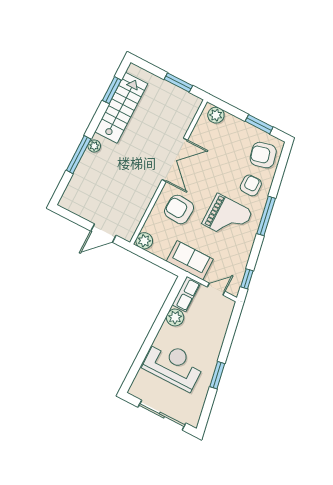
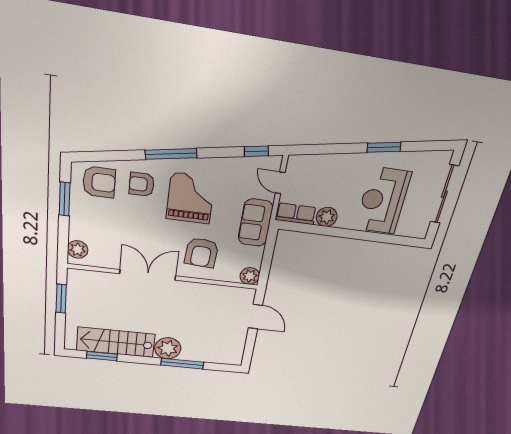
plant: (94, 146) -> (168, 348), width x1.87, depth x1.87
armchair: (263, 155) -> (99, 182), turned -76

